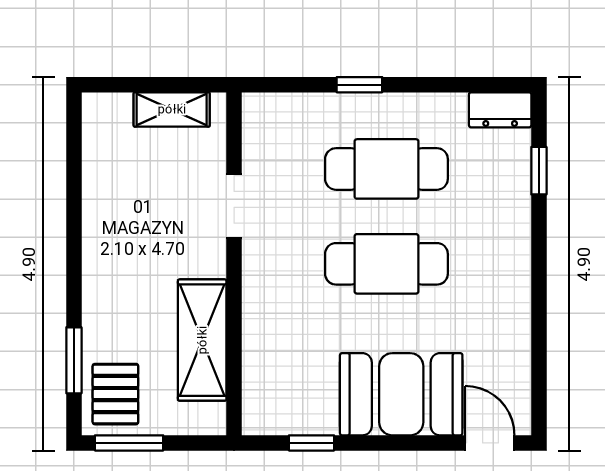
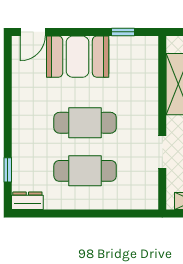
window: (359, 85) -> (99, 214), removed
door: (490, 443) -> (33, 32), hinge flipped

